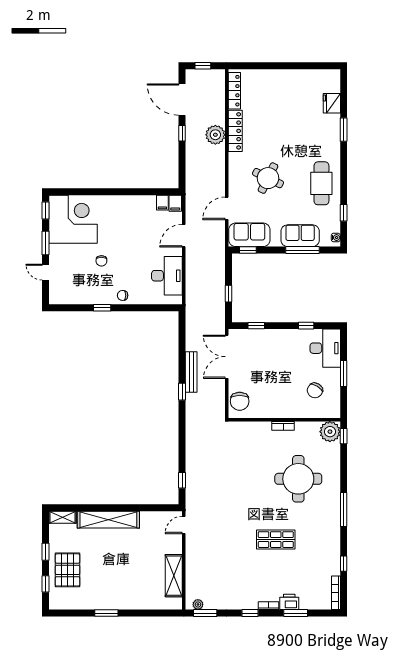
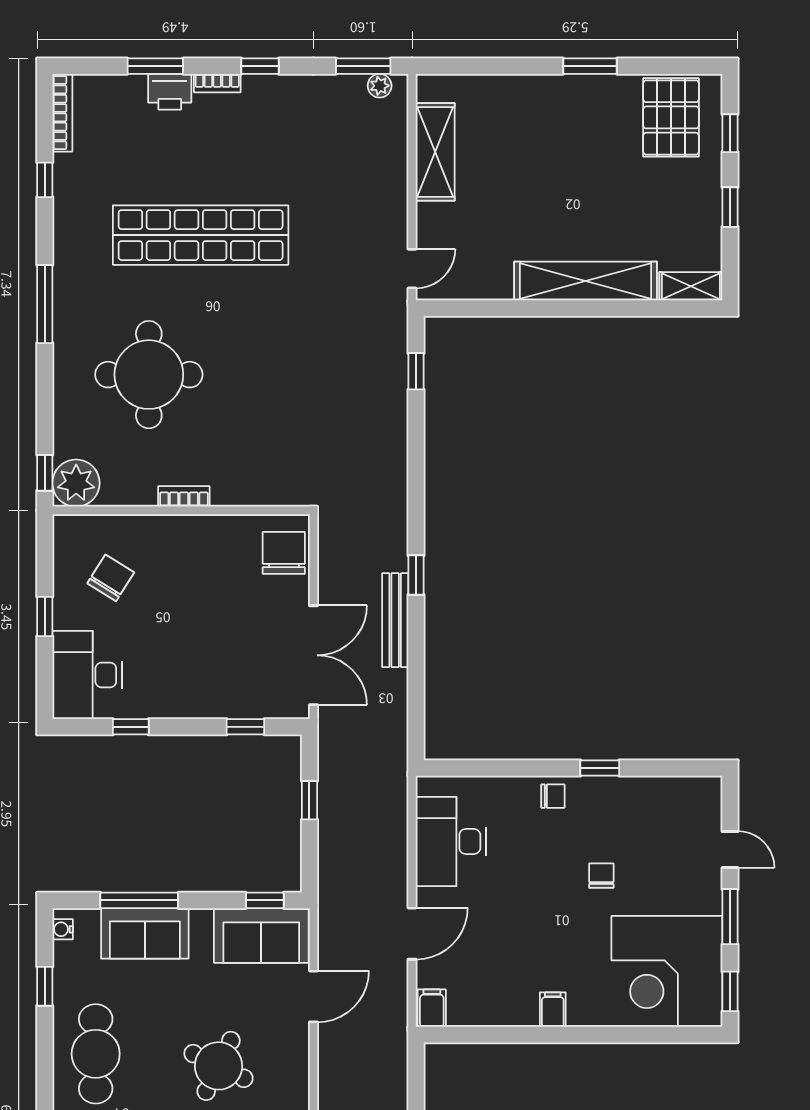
filing cabinet: (162, 203) -> (553, 1010), moved
window: (344, 374) -> (45, 616), width x0.67
shop shelf: (276, 540) -> (201, 235), width x2.00, depth x1.36
pallet: (68, 570) -> (671, 117), moved

